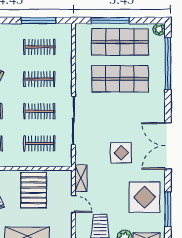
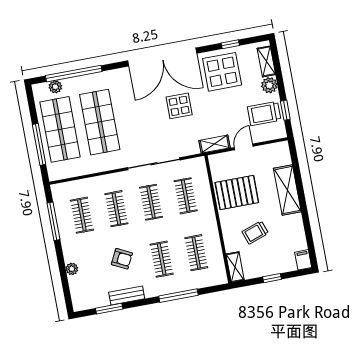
plant: (159, 29) -> (55, 87), moved
double door: (168, 146) -> (162, 57), width x1.36
window: (168, 209) -> (230, 44), width x0.46

